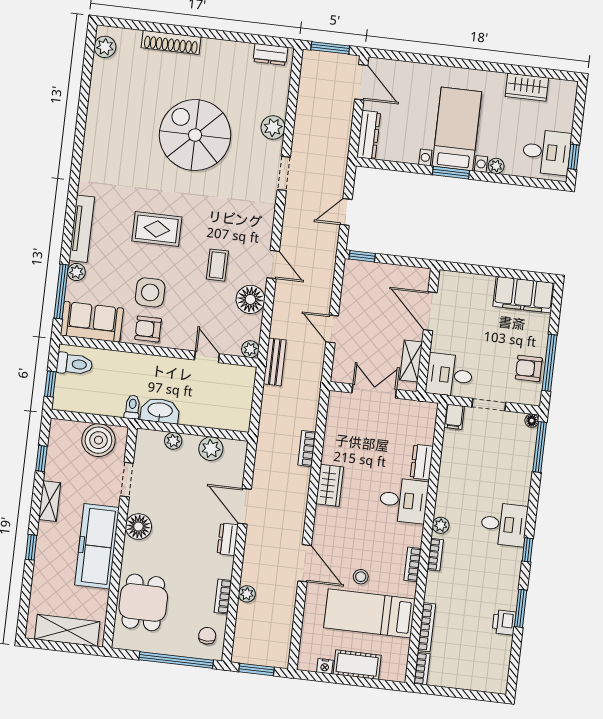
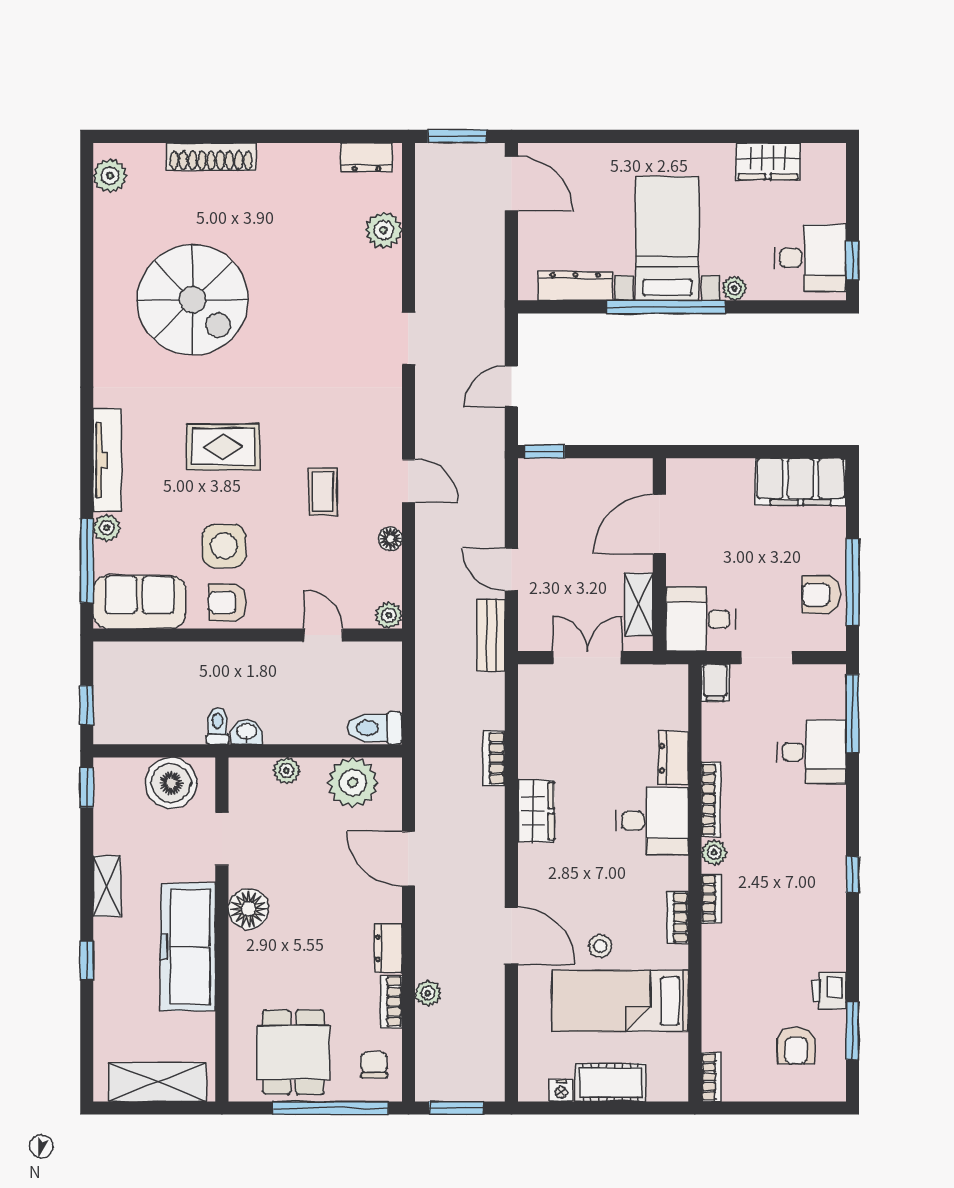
plant: (273, 128) -> (384, 230), moved
spiral stairs: (195, 135) -> (193, 300), moved, turned 180
dresser: (369, 135) -> (575, 286), moved, turned -90
window: (451, 173) -> (666, 307), width x2.11
floor lamp: (250, 299) -> (390, 539), width x0.53, depth x0.53
door: (430, 311) -> (659, 524), hinge flipped
bench: (275, 362) -> (491, 635), moved
toilet: (74, 364) -> (375, 728), moved, turned 180
washbasin: (160, 411) -> (247, 732), width x0.52, depth x0.69
floor lamp: (532, 421) -> (836, 675), removed
plant: (211, 449) -> (353, 783), width x1.36, depth x1.36
window: (42, 458) -> (87, 787), moved
desk: (504, 524) -> (811, 752), moved
dresser: (228, 539) -> (388, 948), moved
dining table: (143, 602) -> (293, 1052), moved
window: (521, 608) -> (852, 1031), moved
bookcase: (427, 627) -> (711, 799), moved
armchair: (479, 655) -> (796, 1045), added

